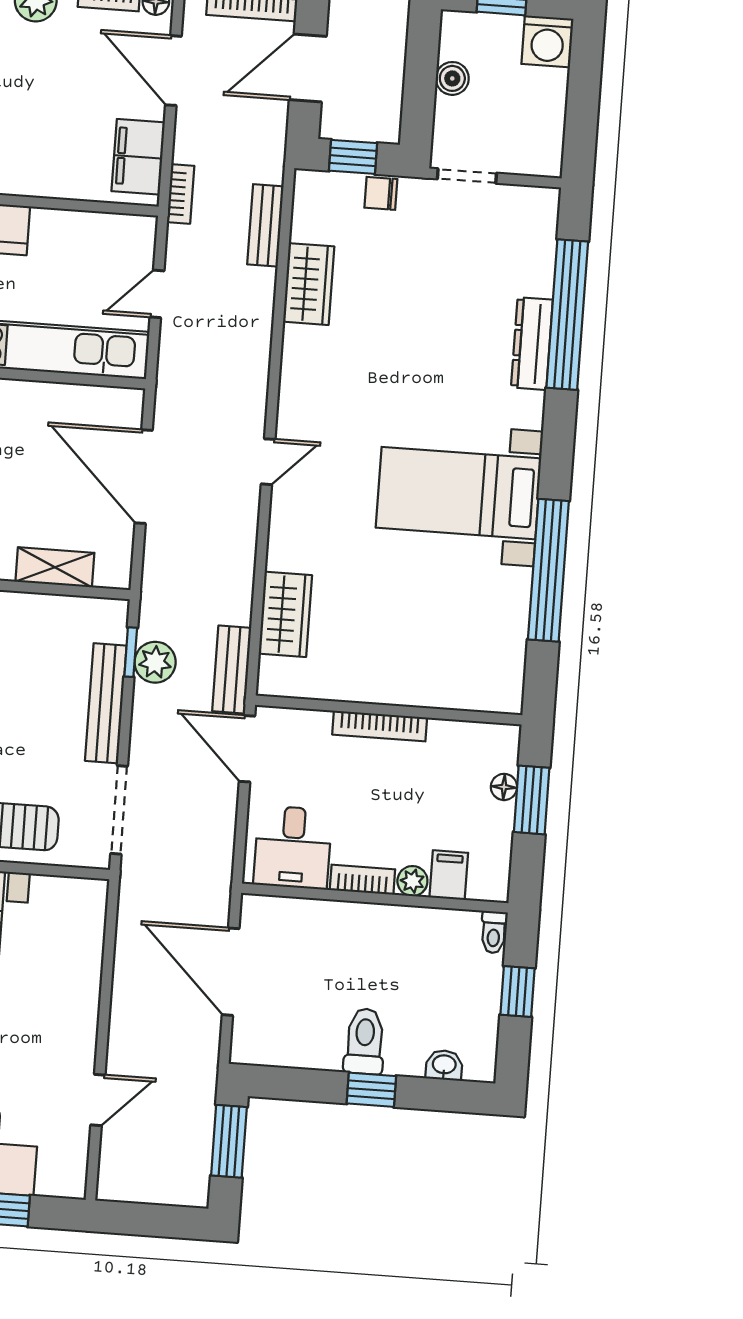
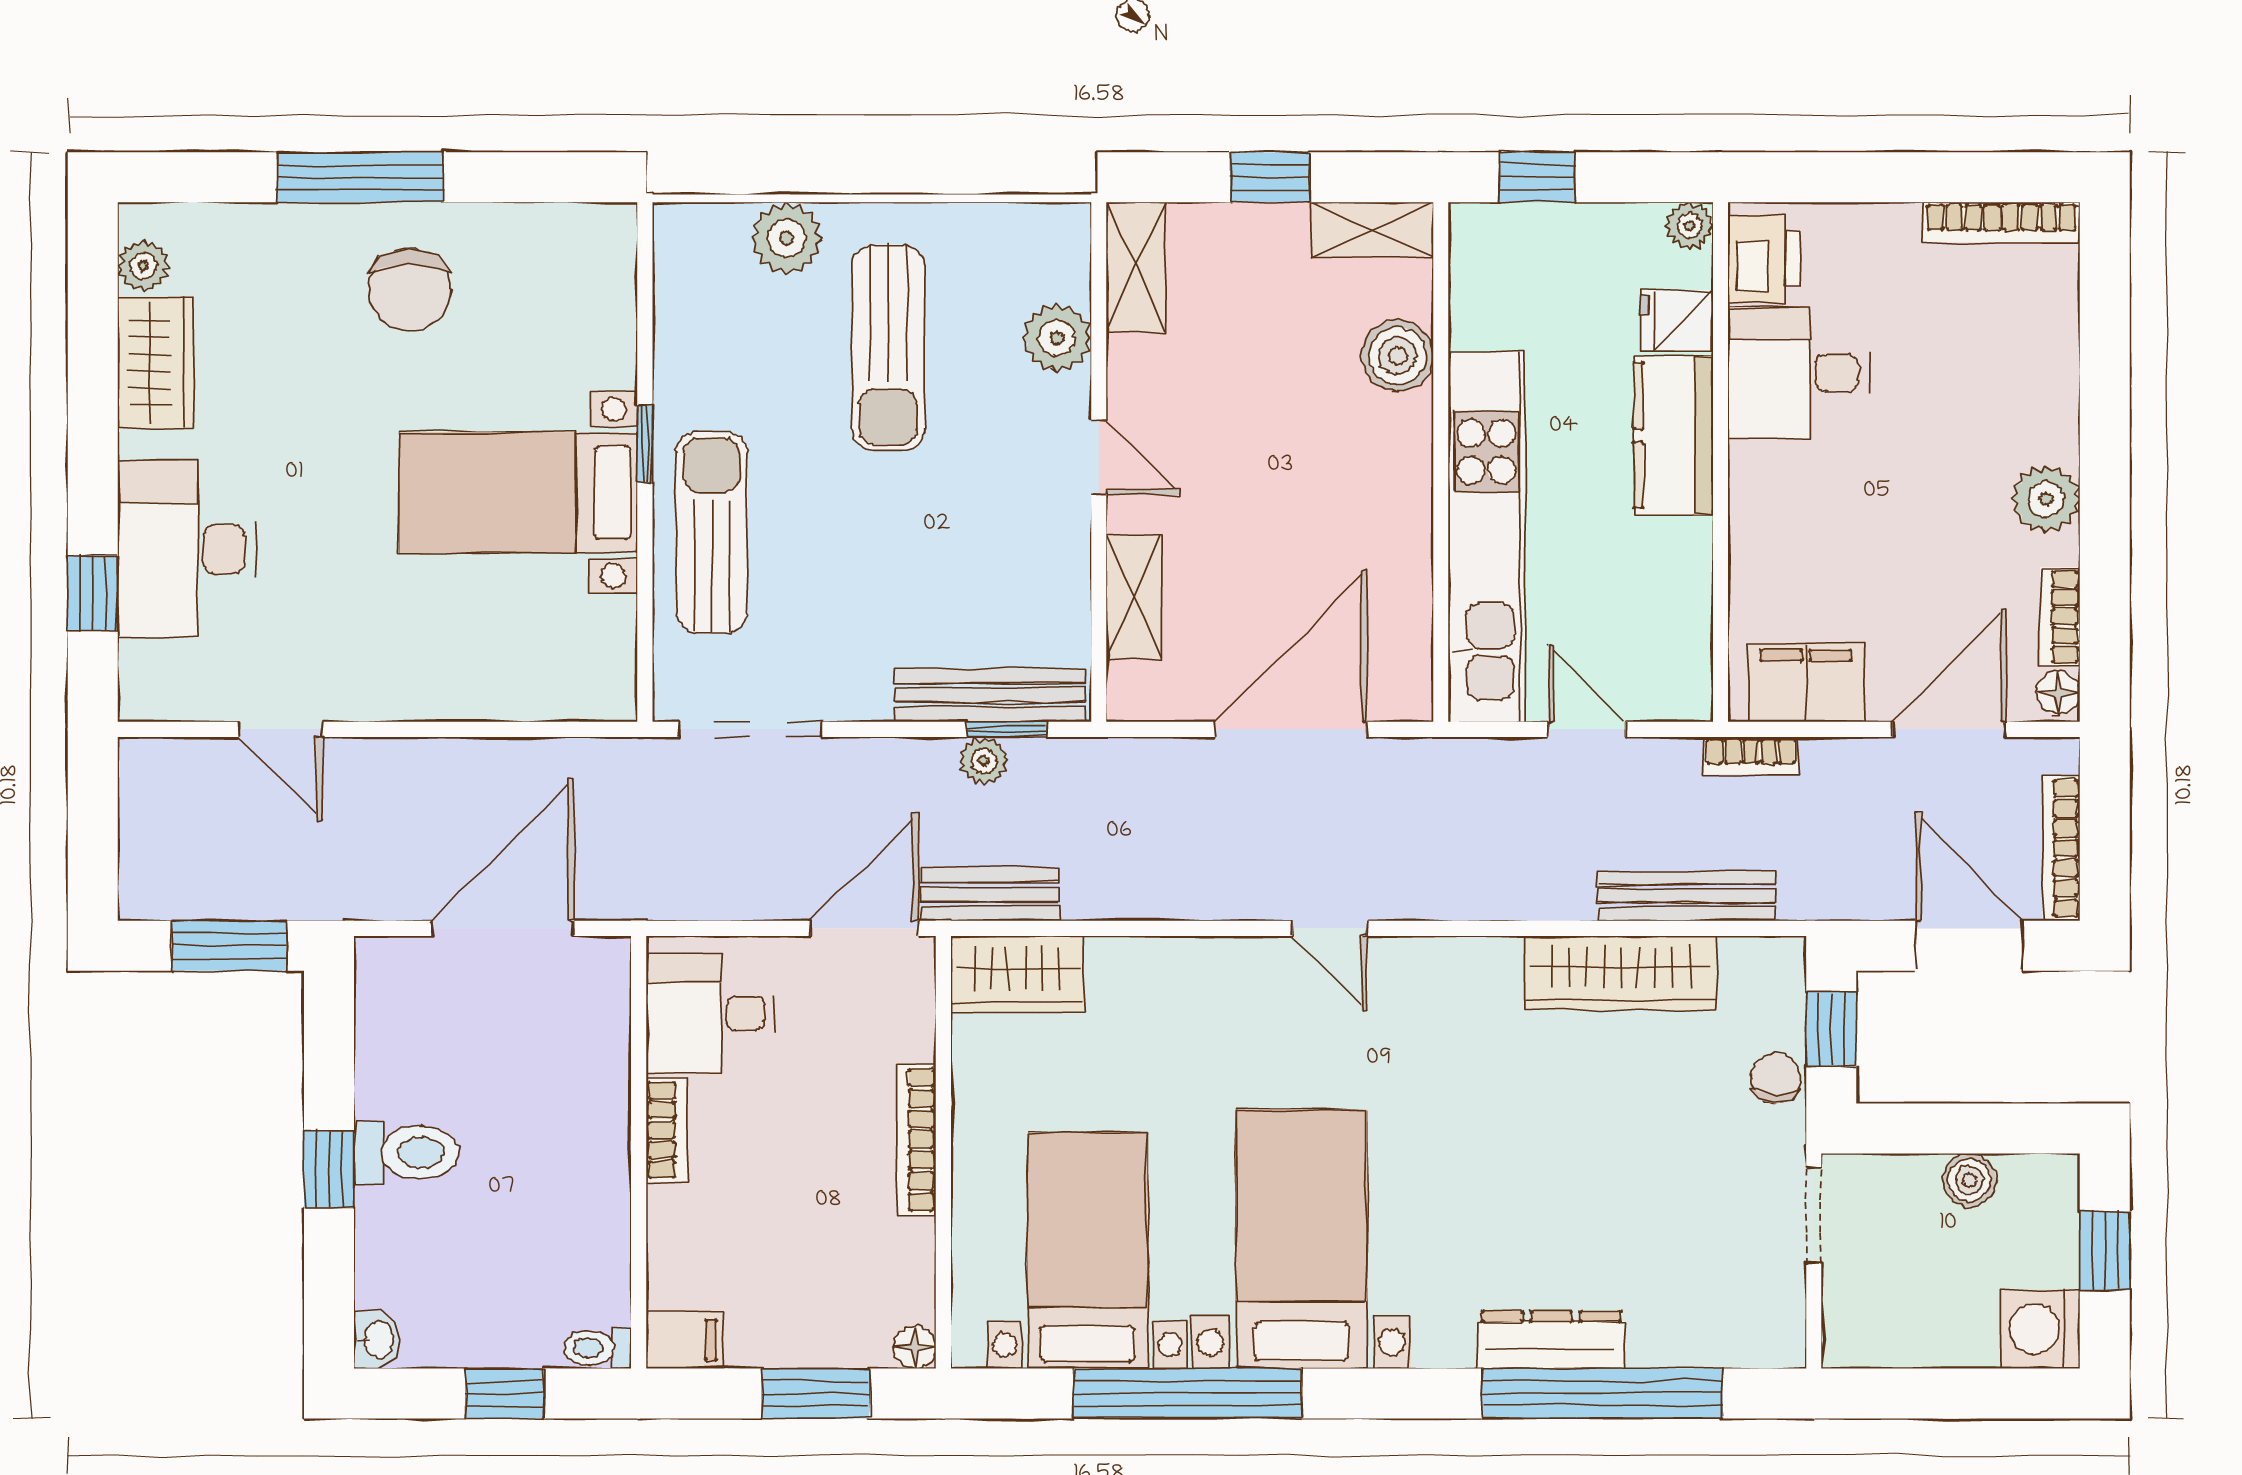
bench: (265, 225) -> (1687, 896), width x1.36
wardrobe: (309, 284) -> (1621, 973), width x1.50
wardrobe: (285, 614) -> (1017, 974), moved
bed with nightstands: (456, 626) -> (1087, 1251), added
plant: (155, 662) -> (984, 761), width x0.73, depth x0.73
bench: (106, 703) -> (990, 695), moved
floor lamp: (504, 787) -> (915, 1347), moved
filing cabinet: (449, 875) -> (684, 1340), moved
plant: (412, 881) -> (670, 1211), removed
washbasin: (444, 1065) -> (377, 1340), moved

